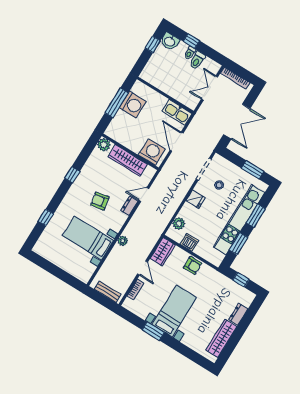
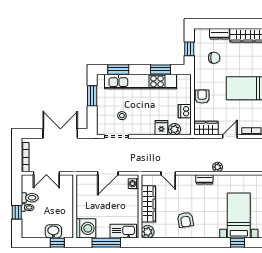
washbasin: (170, 41) -> (53, 231), moved, turned -90
window: (153, 44) -> (57, 243), moved
washing machine: (133, 105) -> (86, 228), moved, turned 90
kitchen sink: (177, 112) -> (123, 231), moved, turned -90
washing machine: (152, 152) -> (133, 184), width x0.53, depth x0.53
window: (72, 175) -> (189, 243), removed
fridge: (196, 199) -> (161, 128), moved
armchair: (100, 201) -> (185, 220), moved
dresser: (129, 206) -> (204, 179), moved
window: (256, 216) -> (118, 69), moved
bed with nightstands: (88, 238) -> (239, 216), moved, turned 180
chair: (220, 297) -> (214, 58), added

